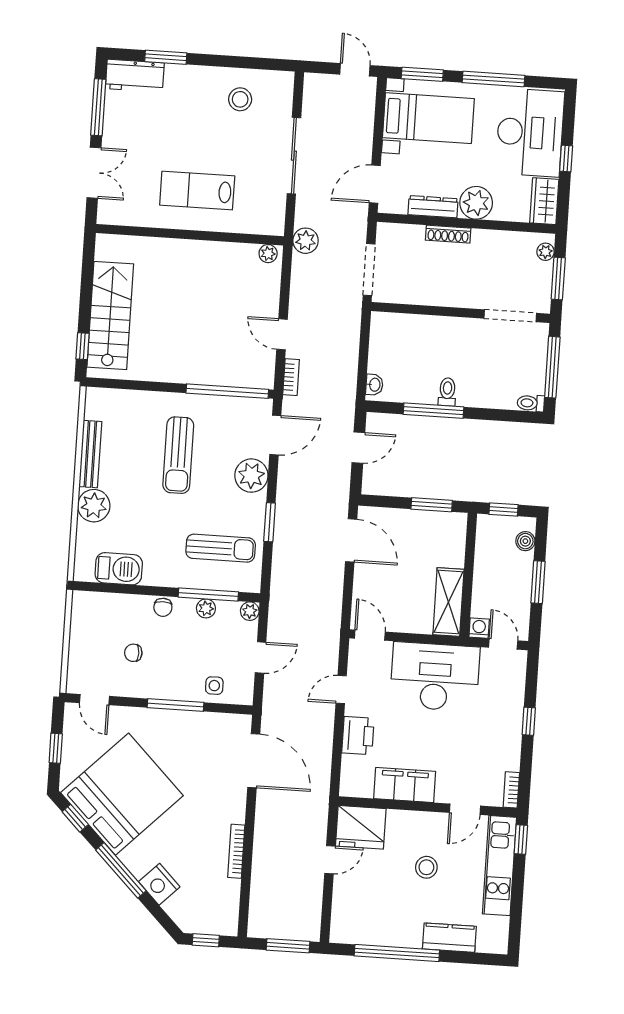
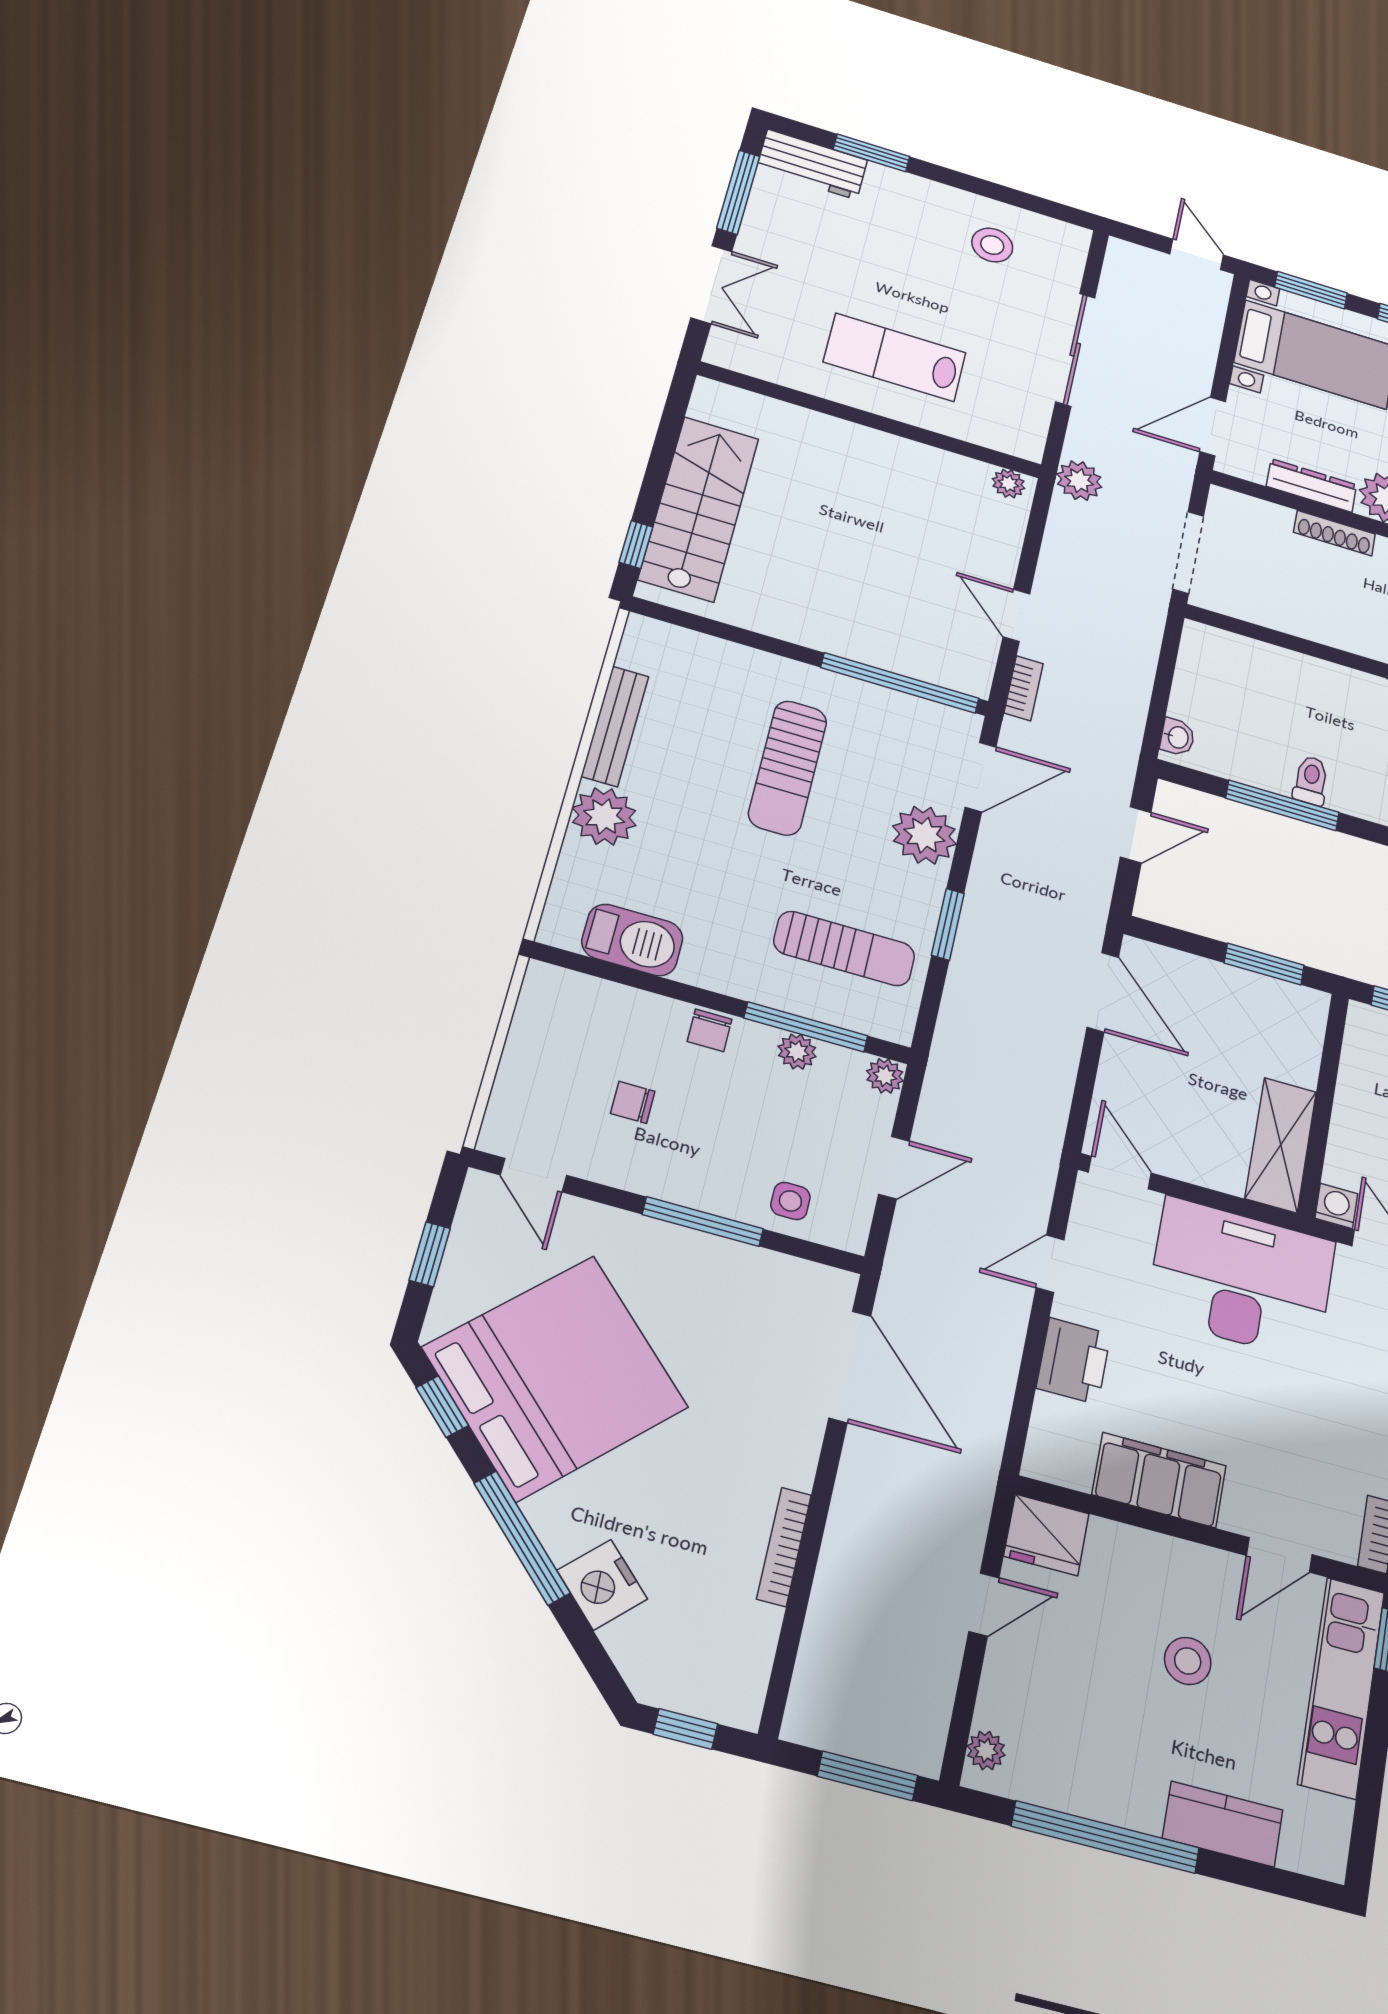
fridge: (361, 827) -> (1046, 1535), width x0.73, depth x0.75
plant: (339, 925) -> (986, 1750), added

